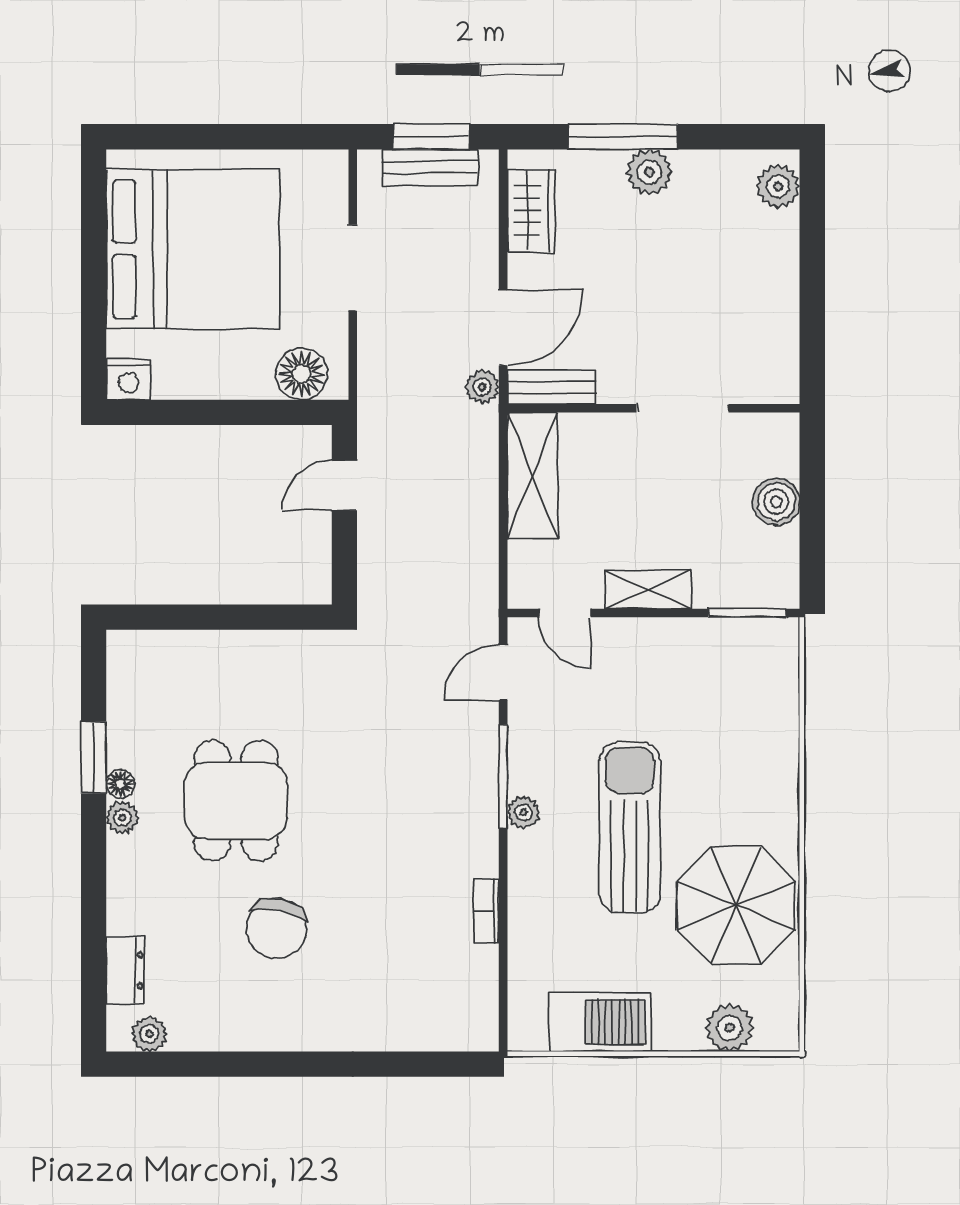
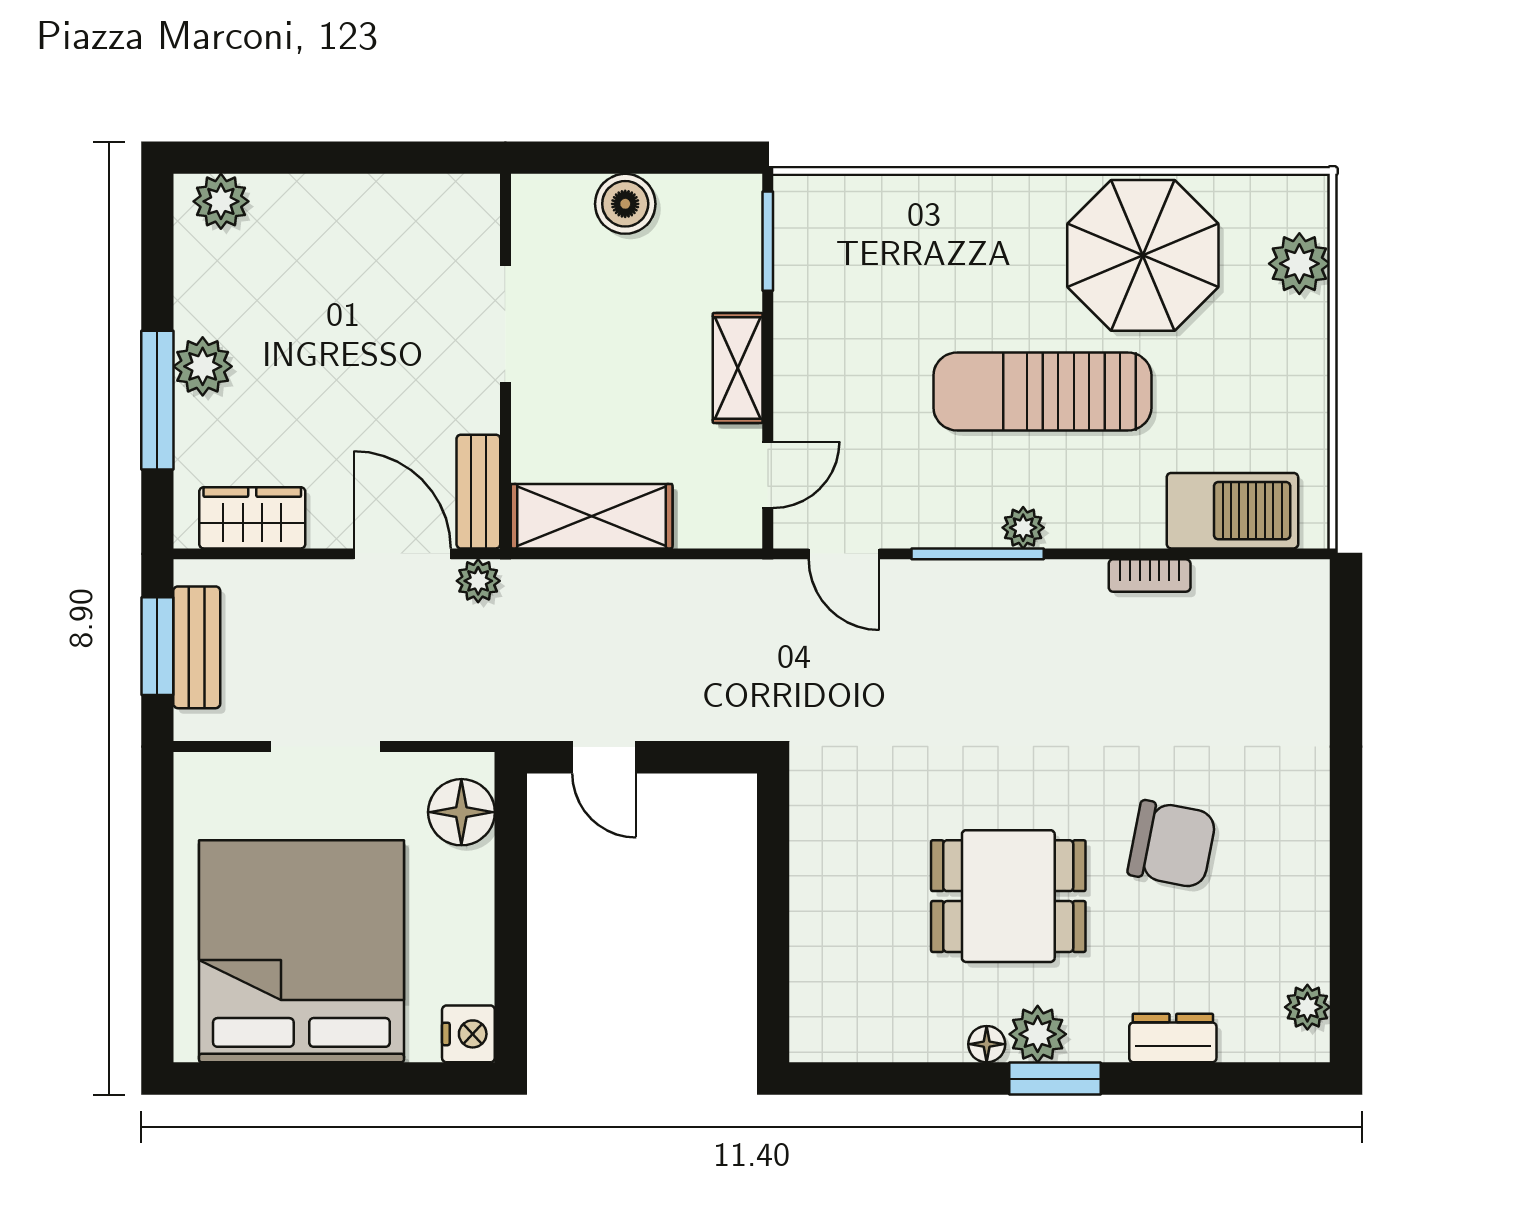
window: (94, 757) -> (1055, 1079), moved
plant: (122, 818) -> (1038, 1034), width x1.38, depth x1.38
dresser: (125, 971) -> (1173, 1038), moved
barbecue: (600, 1022) -> (1232, 511), moved, turned 90

